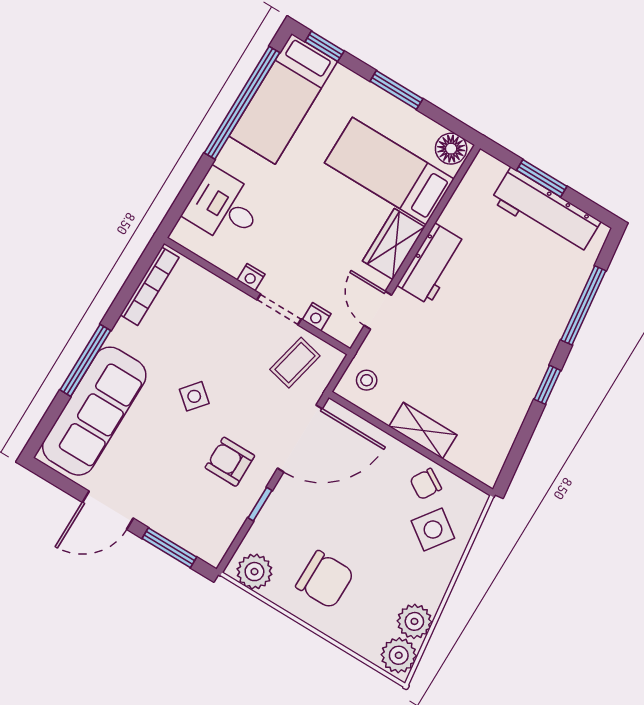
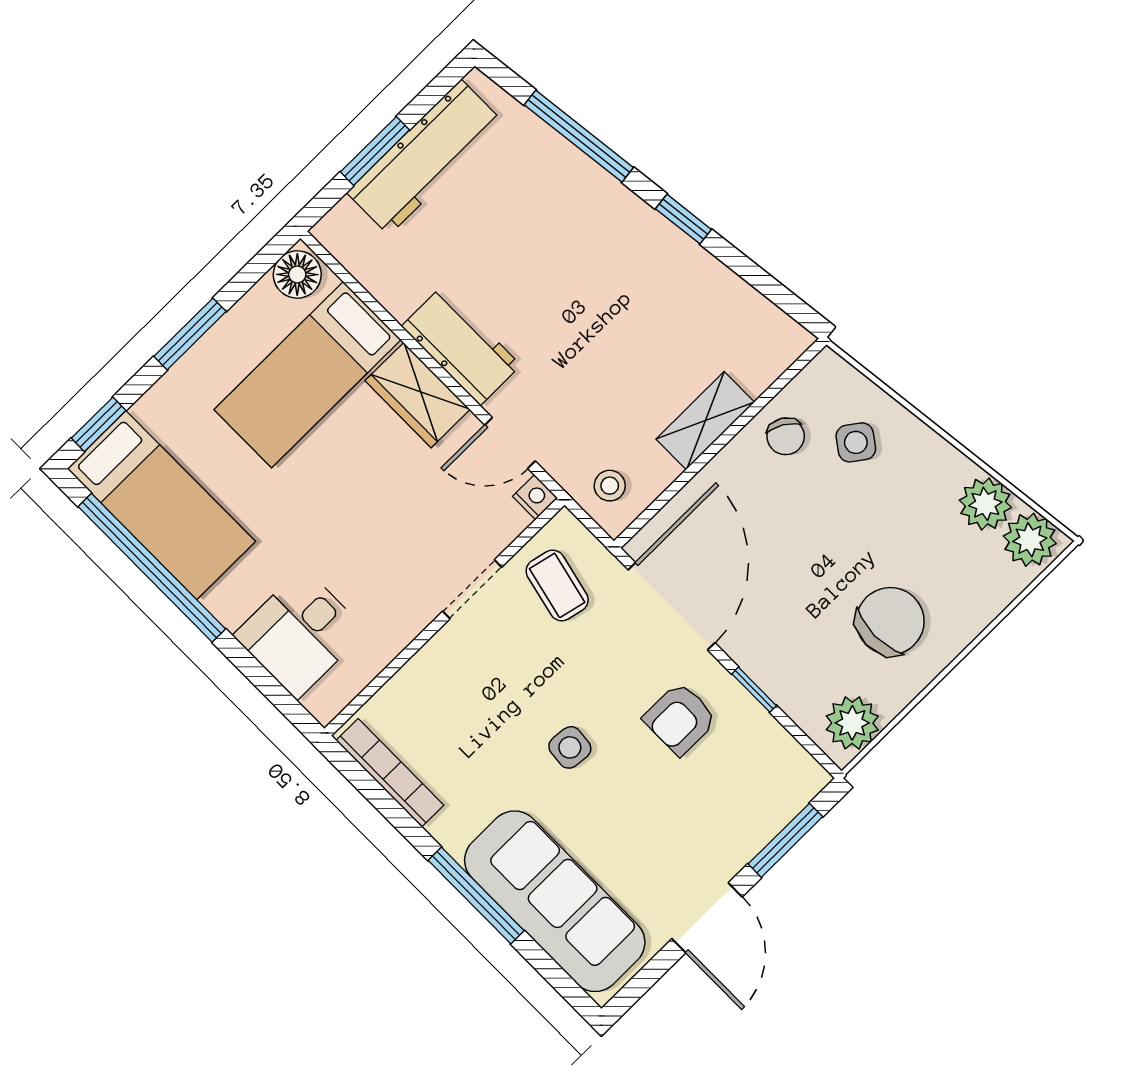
nightstand: (251, 277) -> (414, 619), removed
nightstand: (317, 317) -> (535, 497), moved, turned -90
side table: (194, 396) -> (570, 747), turned -34
side table: (433, 530) -> (856, 442), width x0.73, depth x0.73

